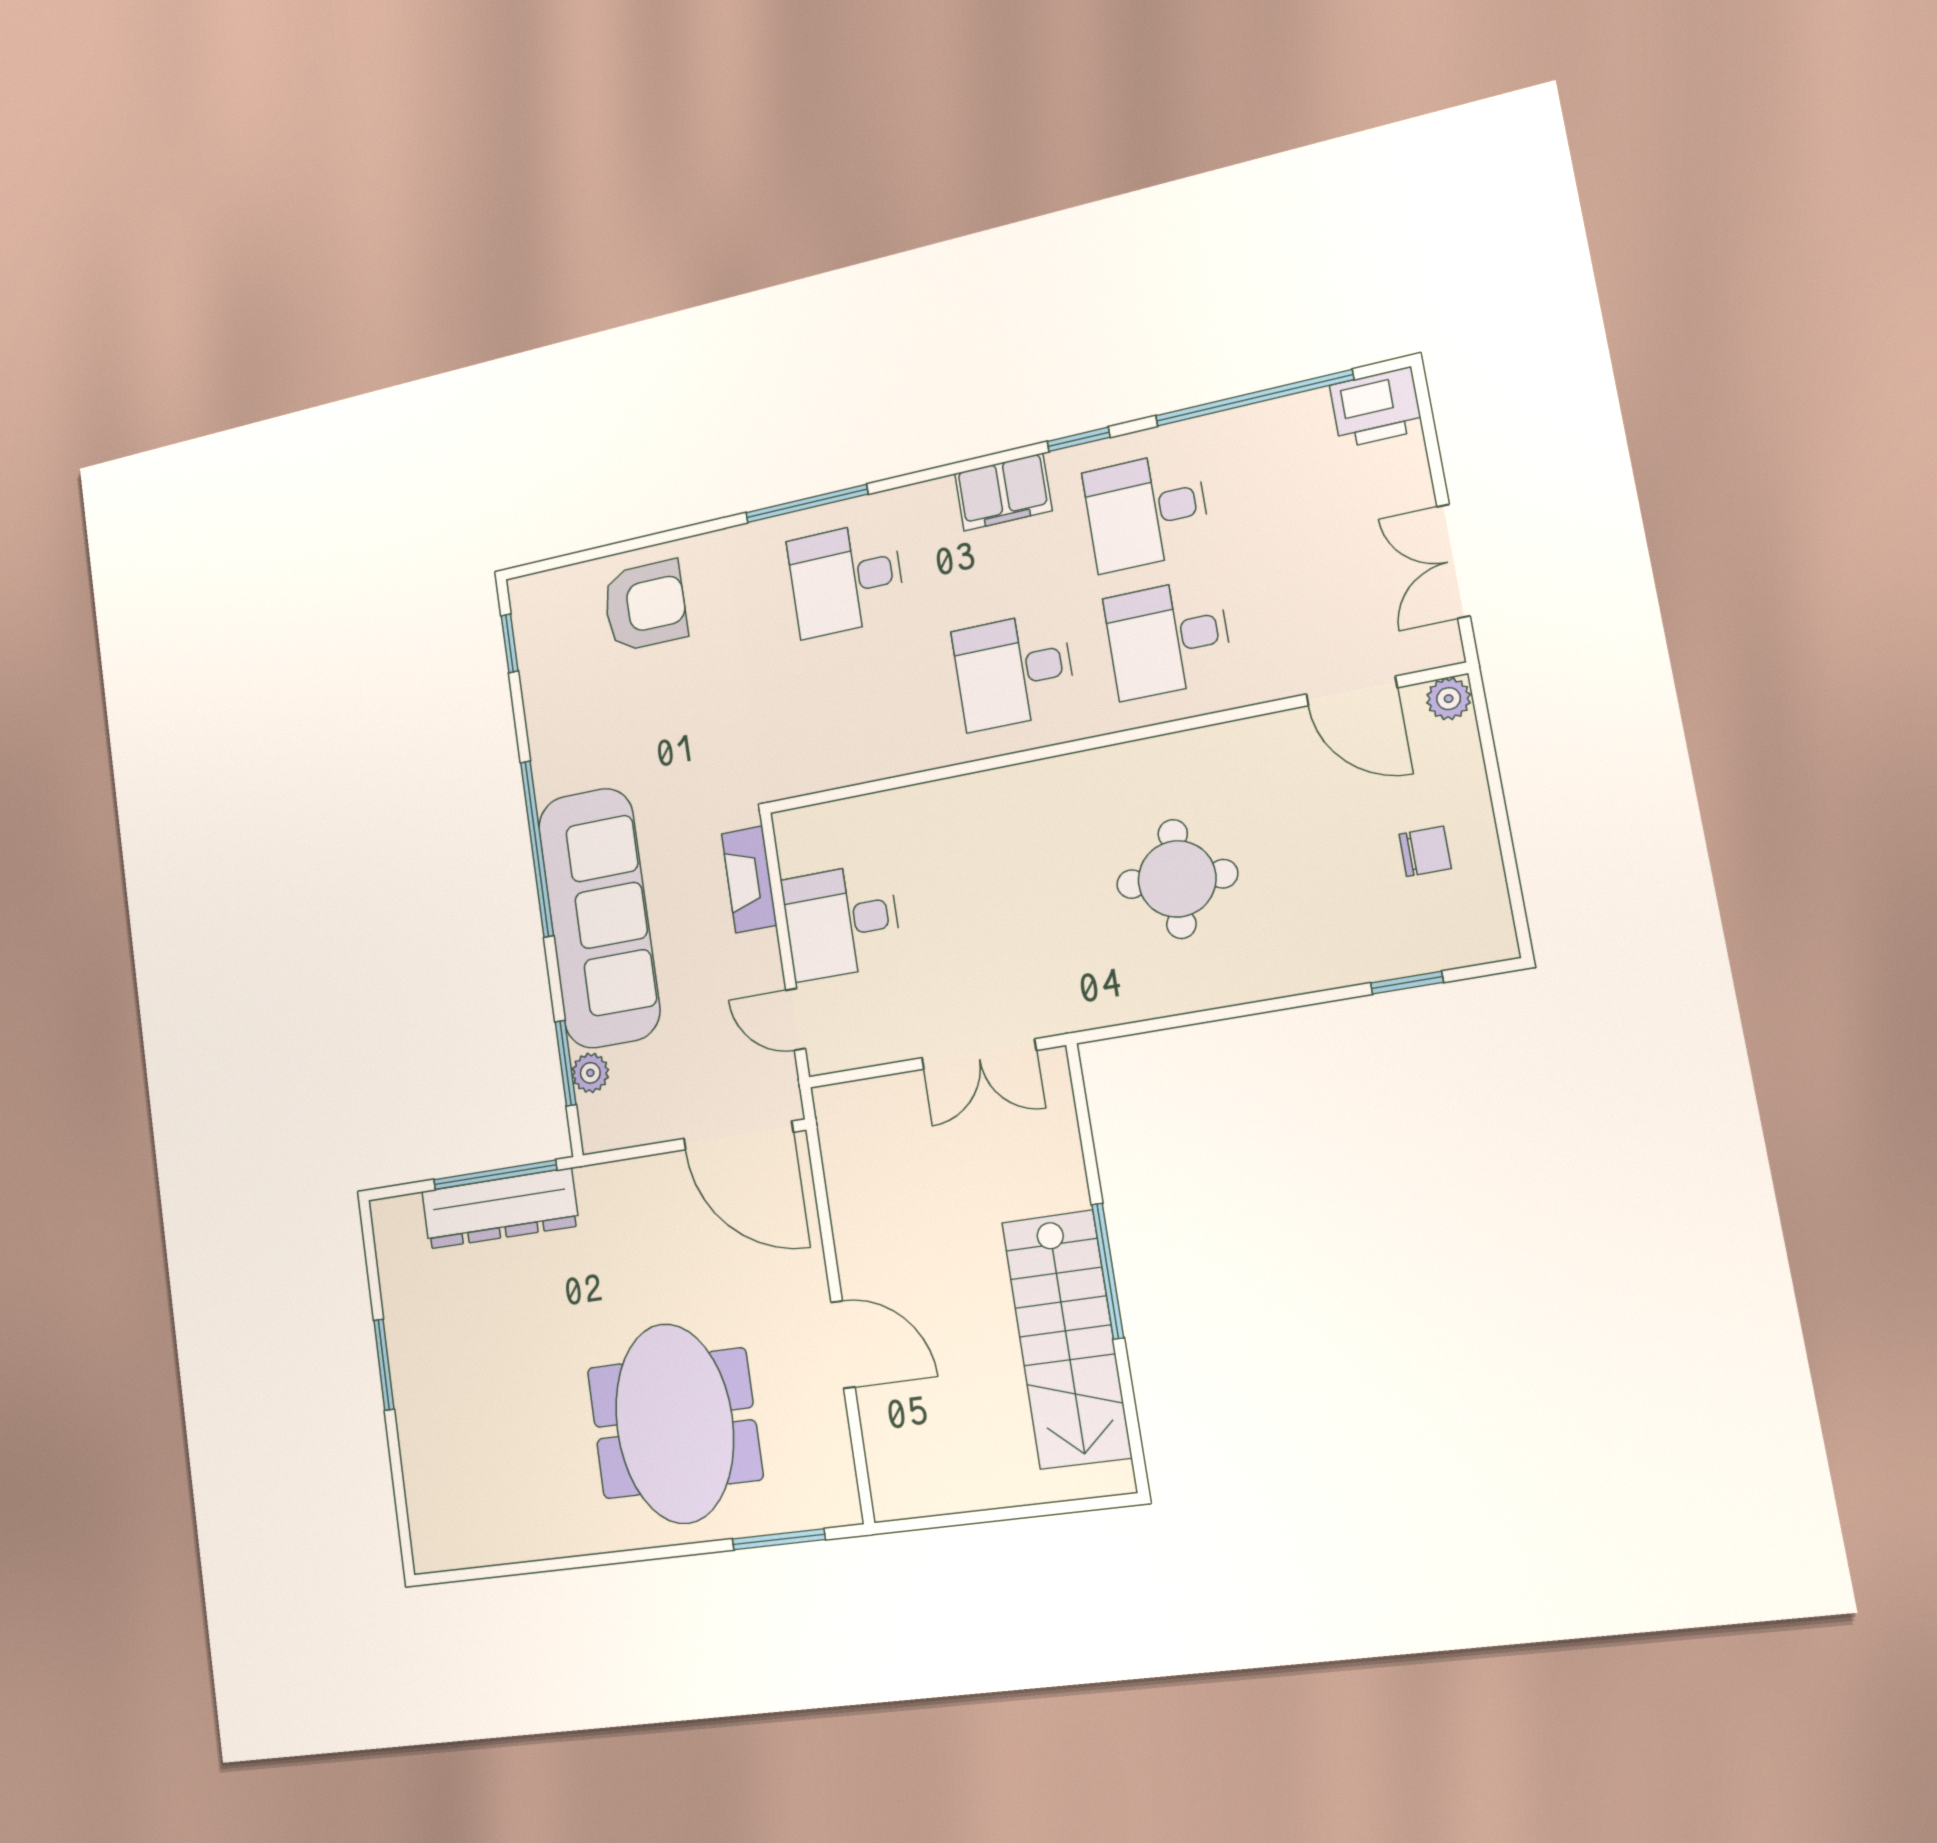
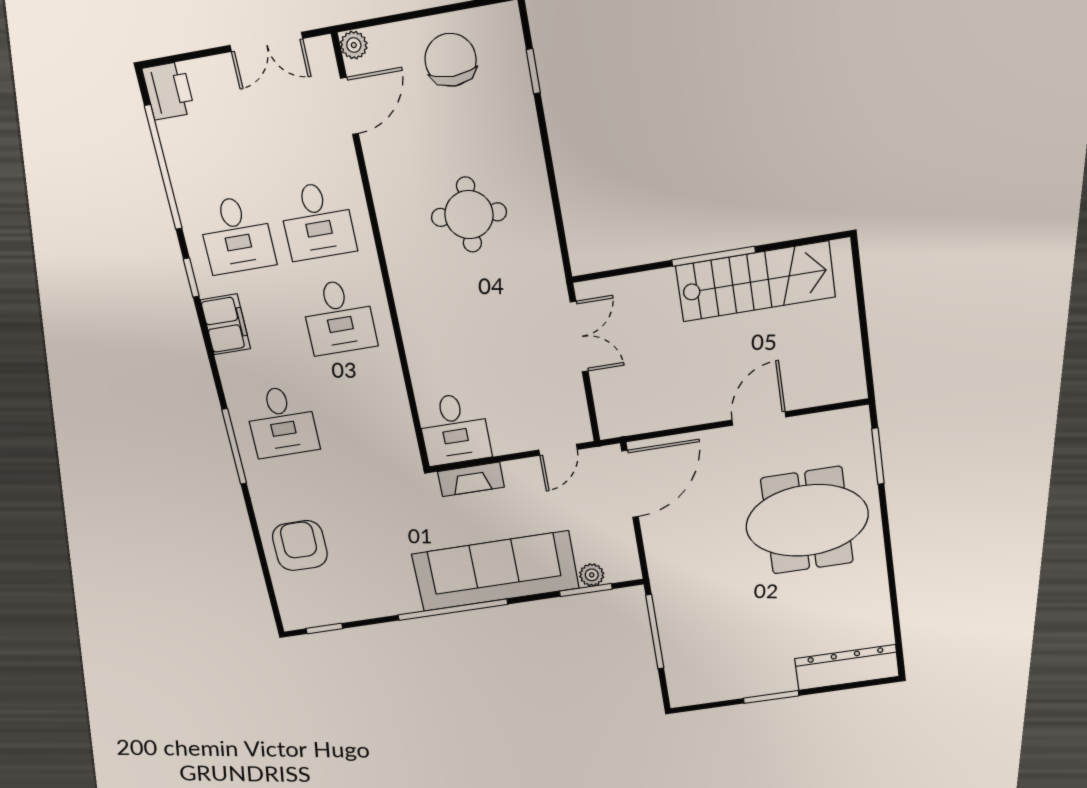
chair: (1425, 851) -> (451, 60), width x1.87, depth x1.87
desk: (841, 922) -> (454, 429), moved
dresser: (500, 1209) -> (847, 668), moved, turned -90

